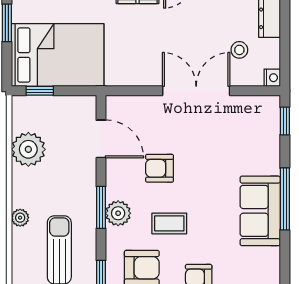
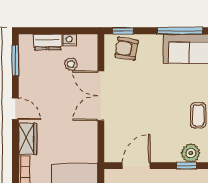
nightstand: (272, 78) -> (69, 40), moved
armchair: (160, 168) -> (127, 49), moved, turned 100
window: (101, 207) -> (186, 166), width x0.67

